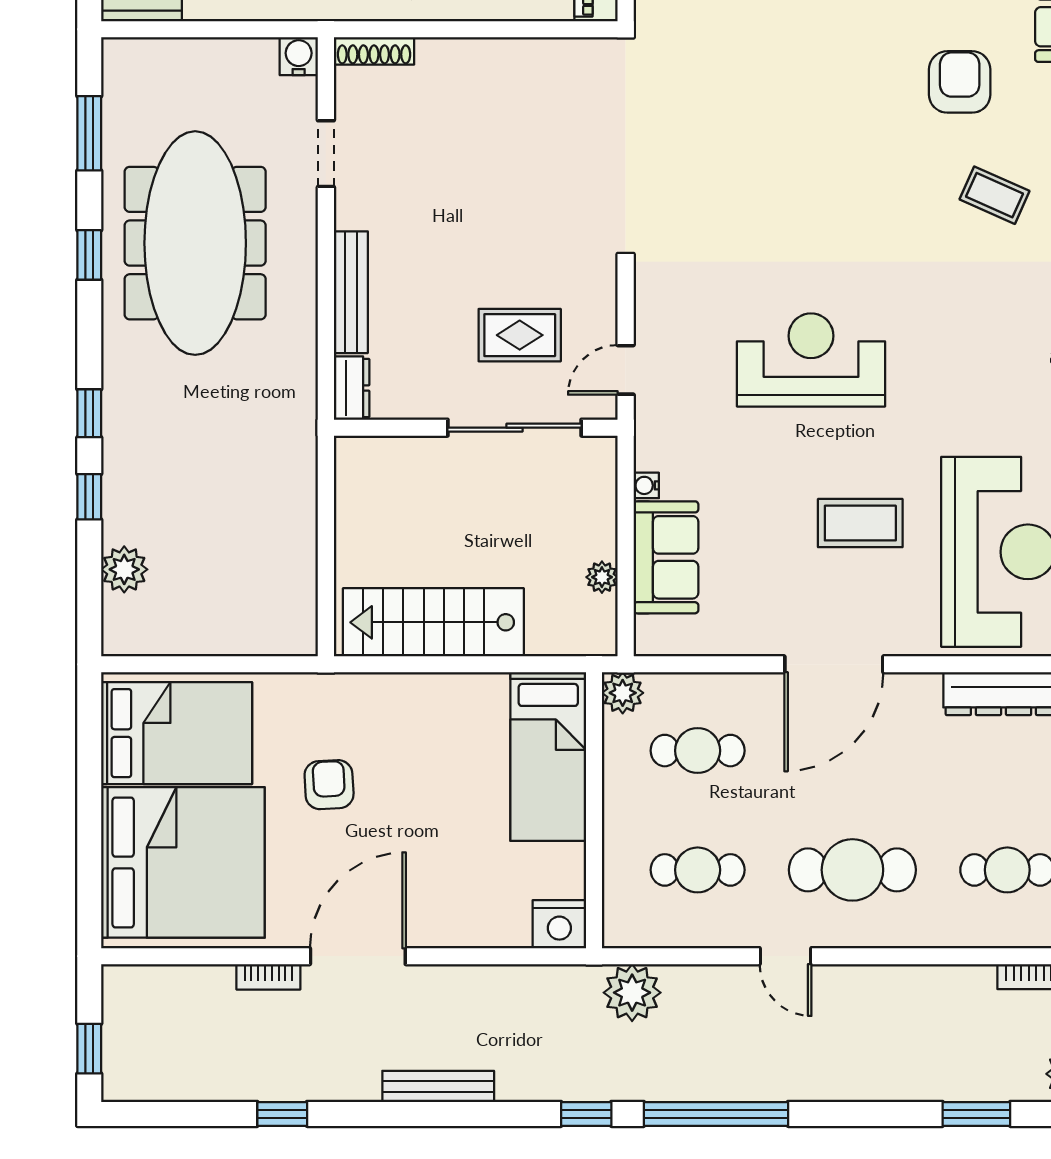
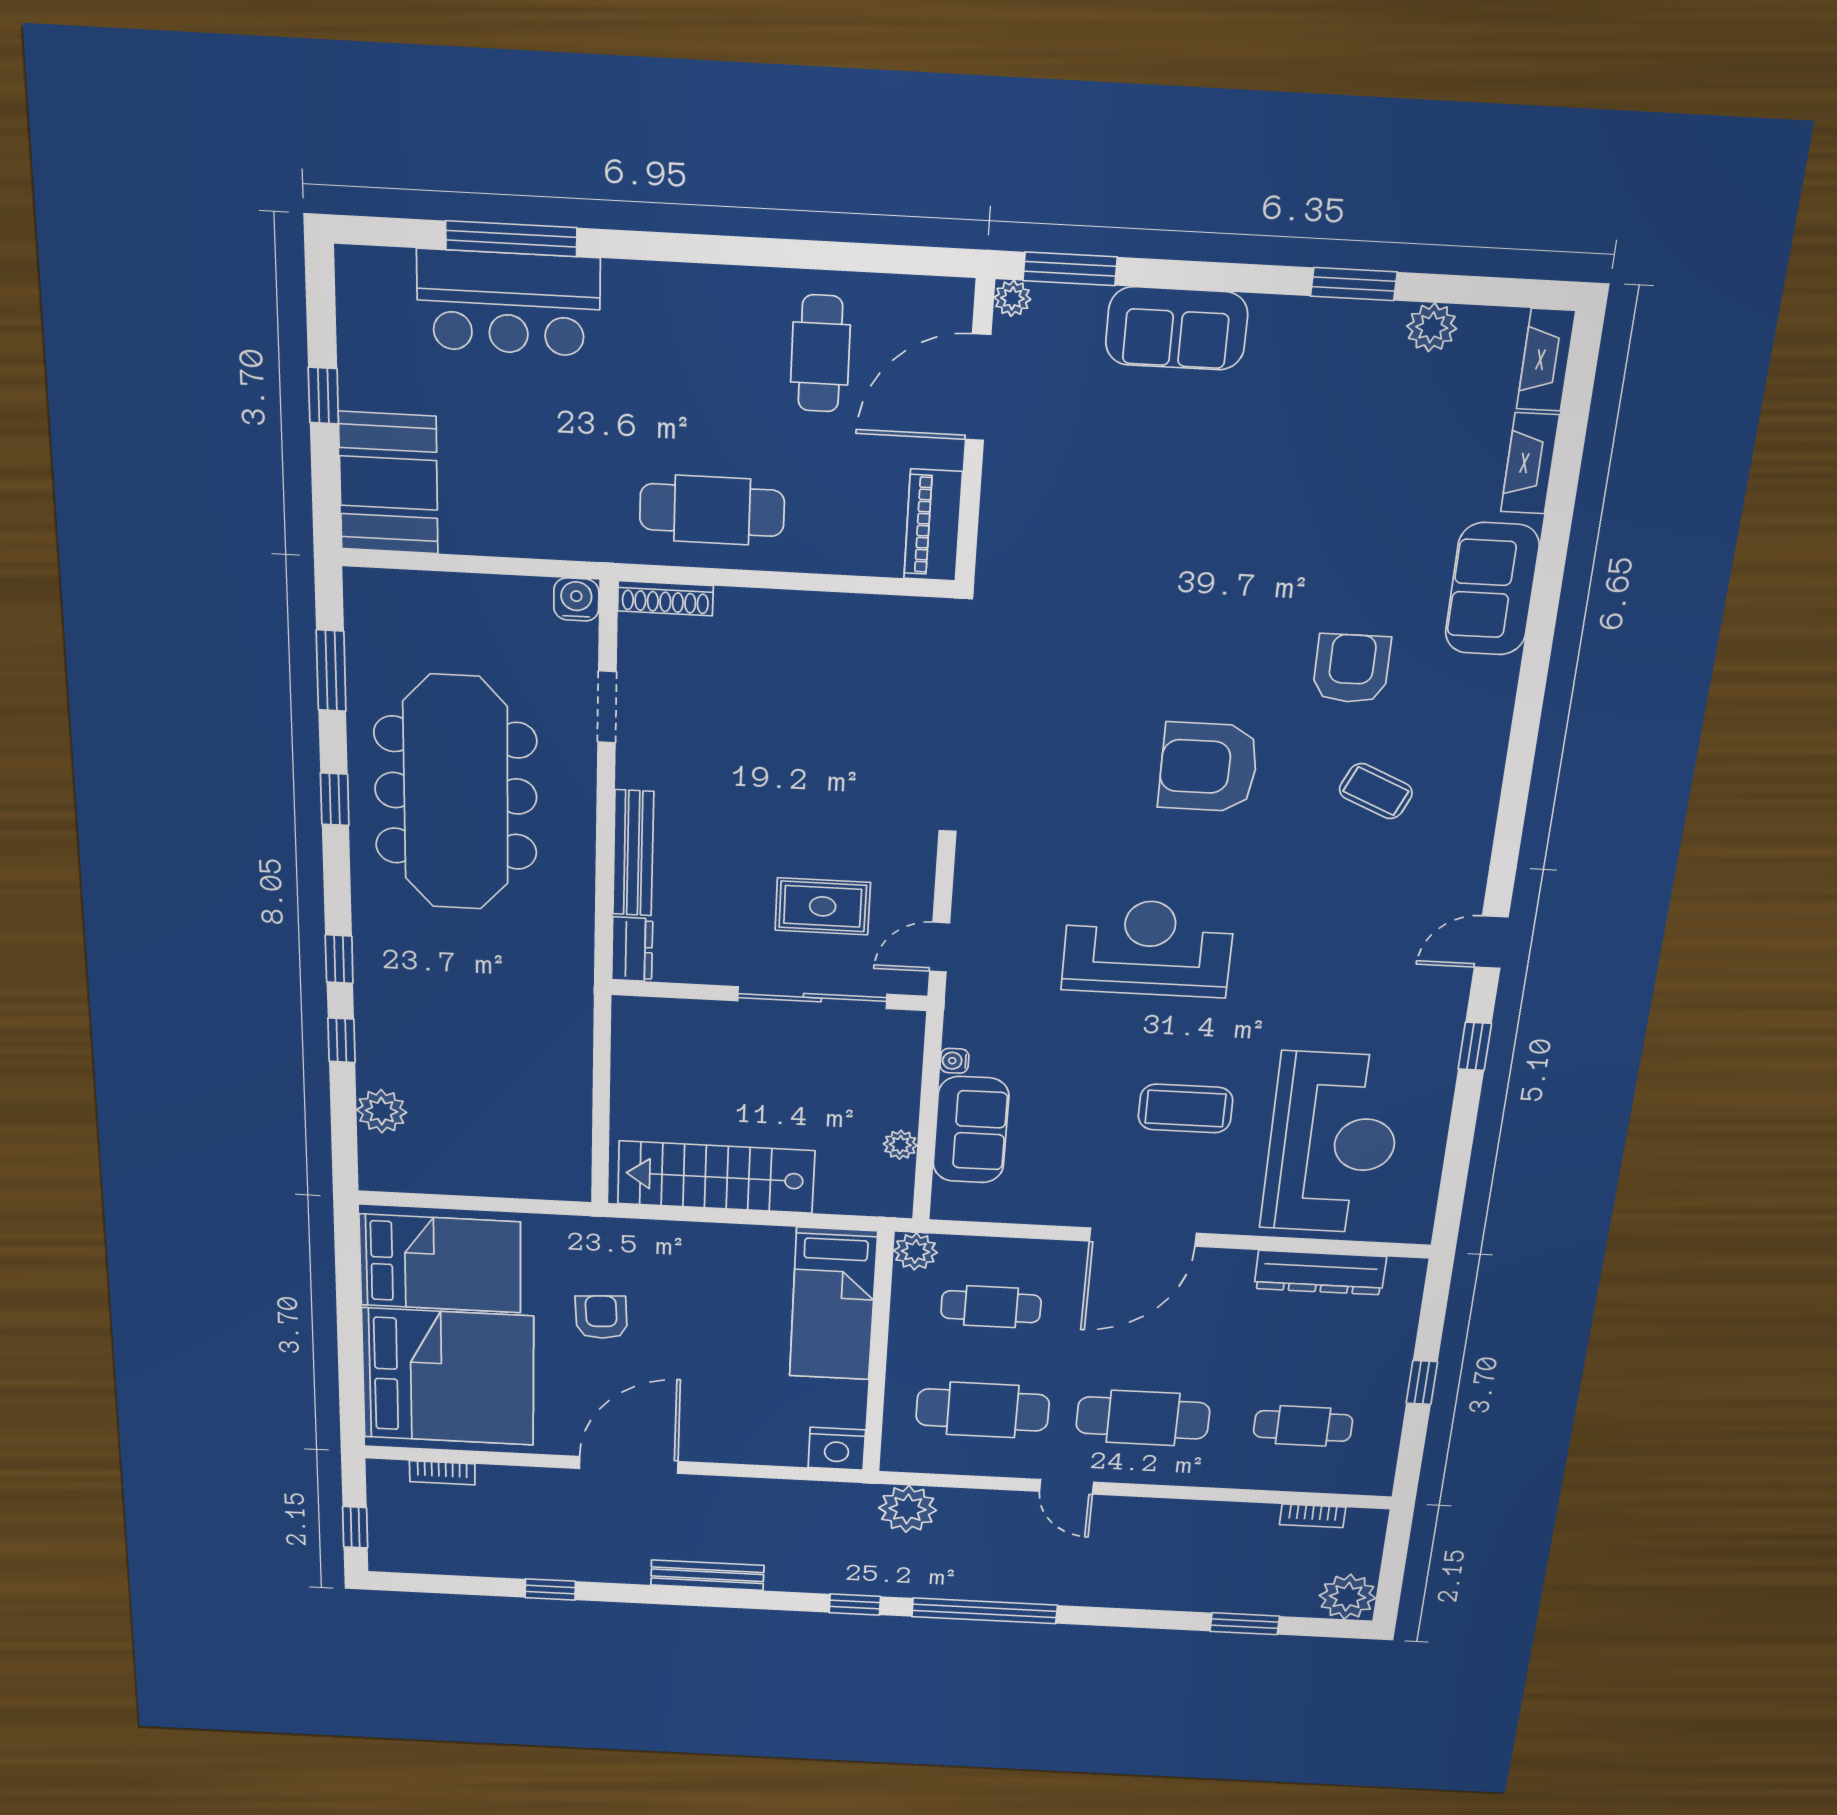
armchair: (847, 181) -> (1208, 767), added
cafe table: (698, 870) -> (983, 1410), width x1.37, depth x1.35
bookcase: (268, 977) -> (442, 1473), moved

